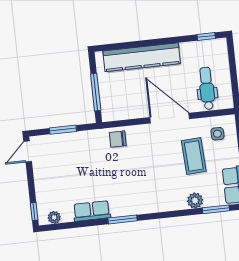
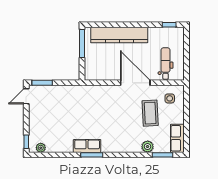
window: (96, 92) -> (82, 44), moved
window: (63, 130) -> (42, 83), moved
chair: (118, 139) -> (95, 94), removed
row of seats: (92, 211) -> (87, 146), moved

